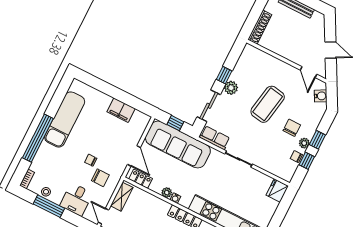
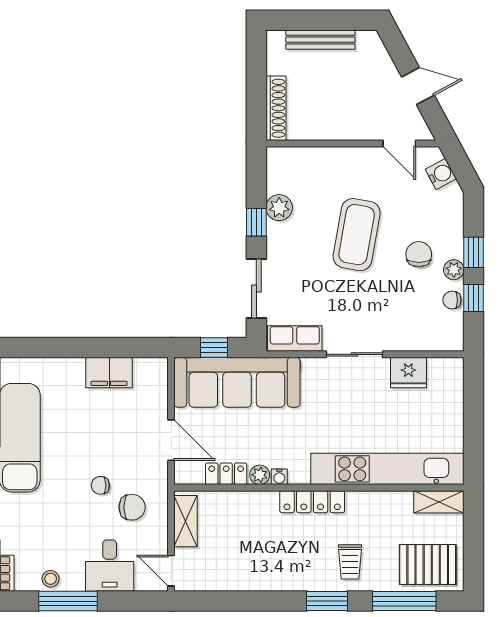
plant: (231, 88) -> (279, 208), moved
locker: (141, 179) -> (226, 474), moved
fridge: (277, 191) -> (408, 373), moved, turned -90

